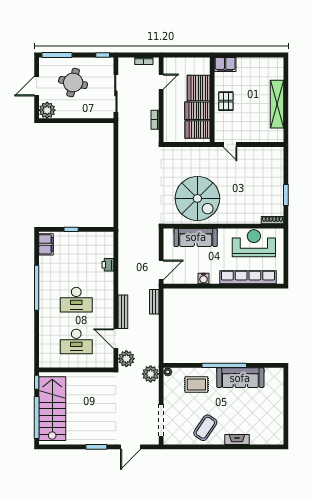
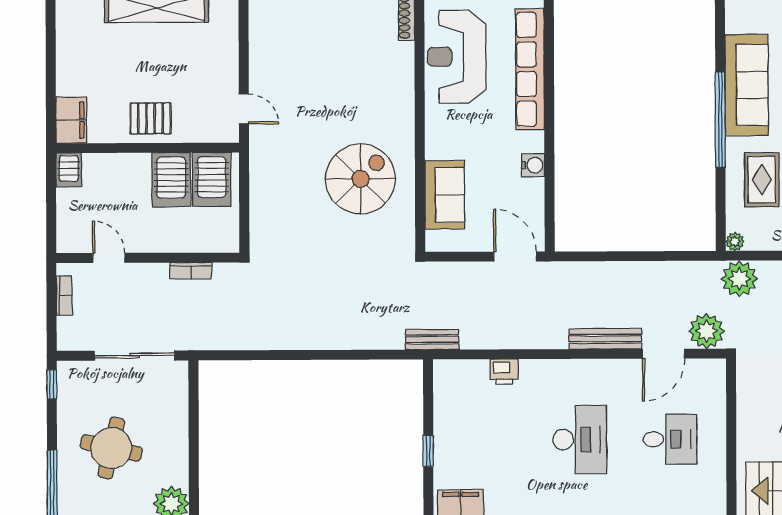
server rack: (199, 88) -> (69, 170), moved, width x0.46, depth x0.70
door: (230, 144) -> (244, 109), hinge flipped
spiral stairs: (197, 198) -> (360, 179), width x0.73, depth x0.73
sofa: (196, 237) -> (445, 195), width x0.73
bench: (154, 302) -> (432, 339), moved
desk: (76, 342) -> (670, 439), width x0.73

